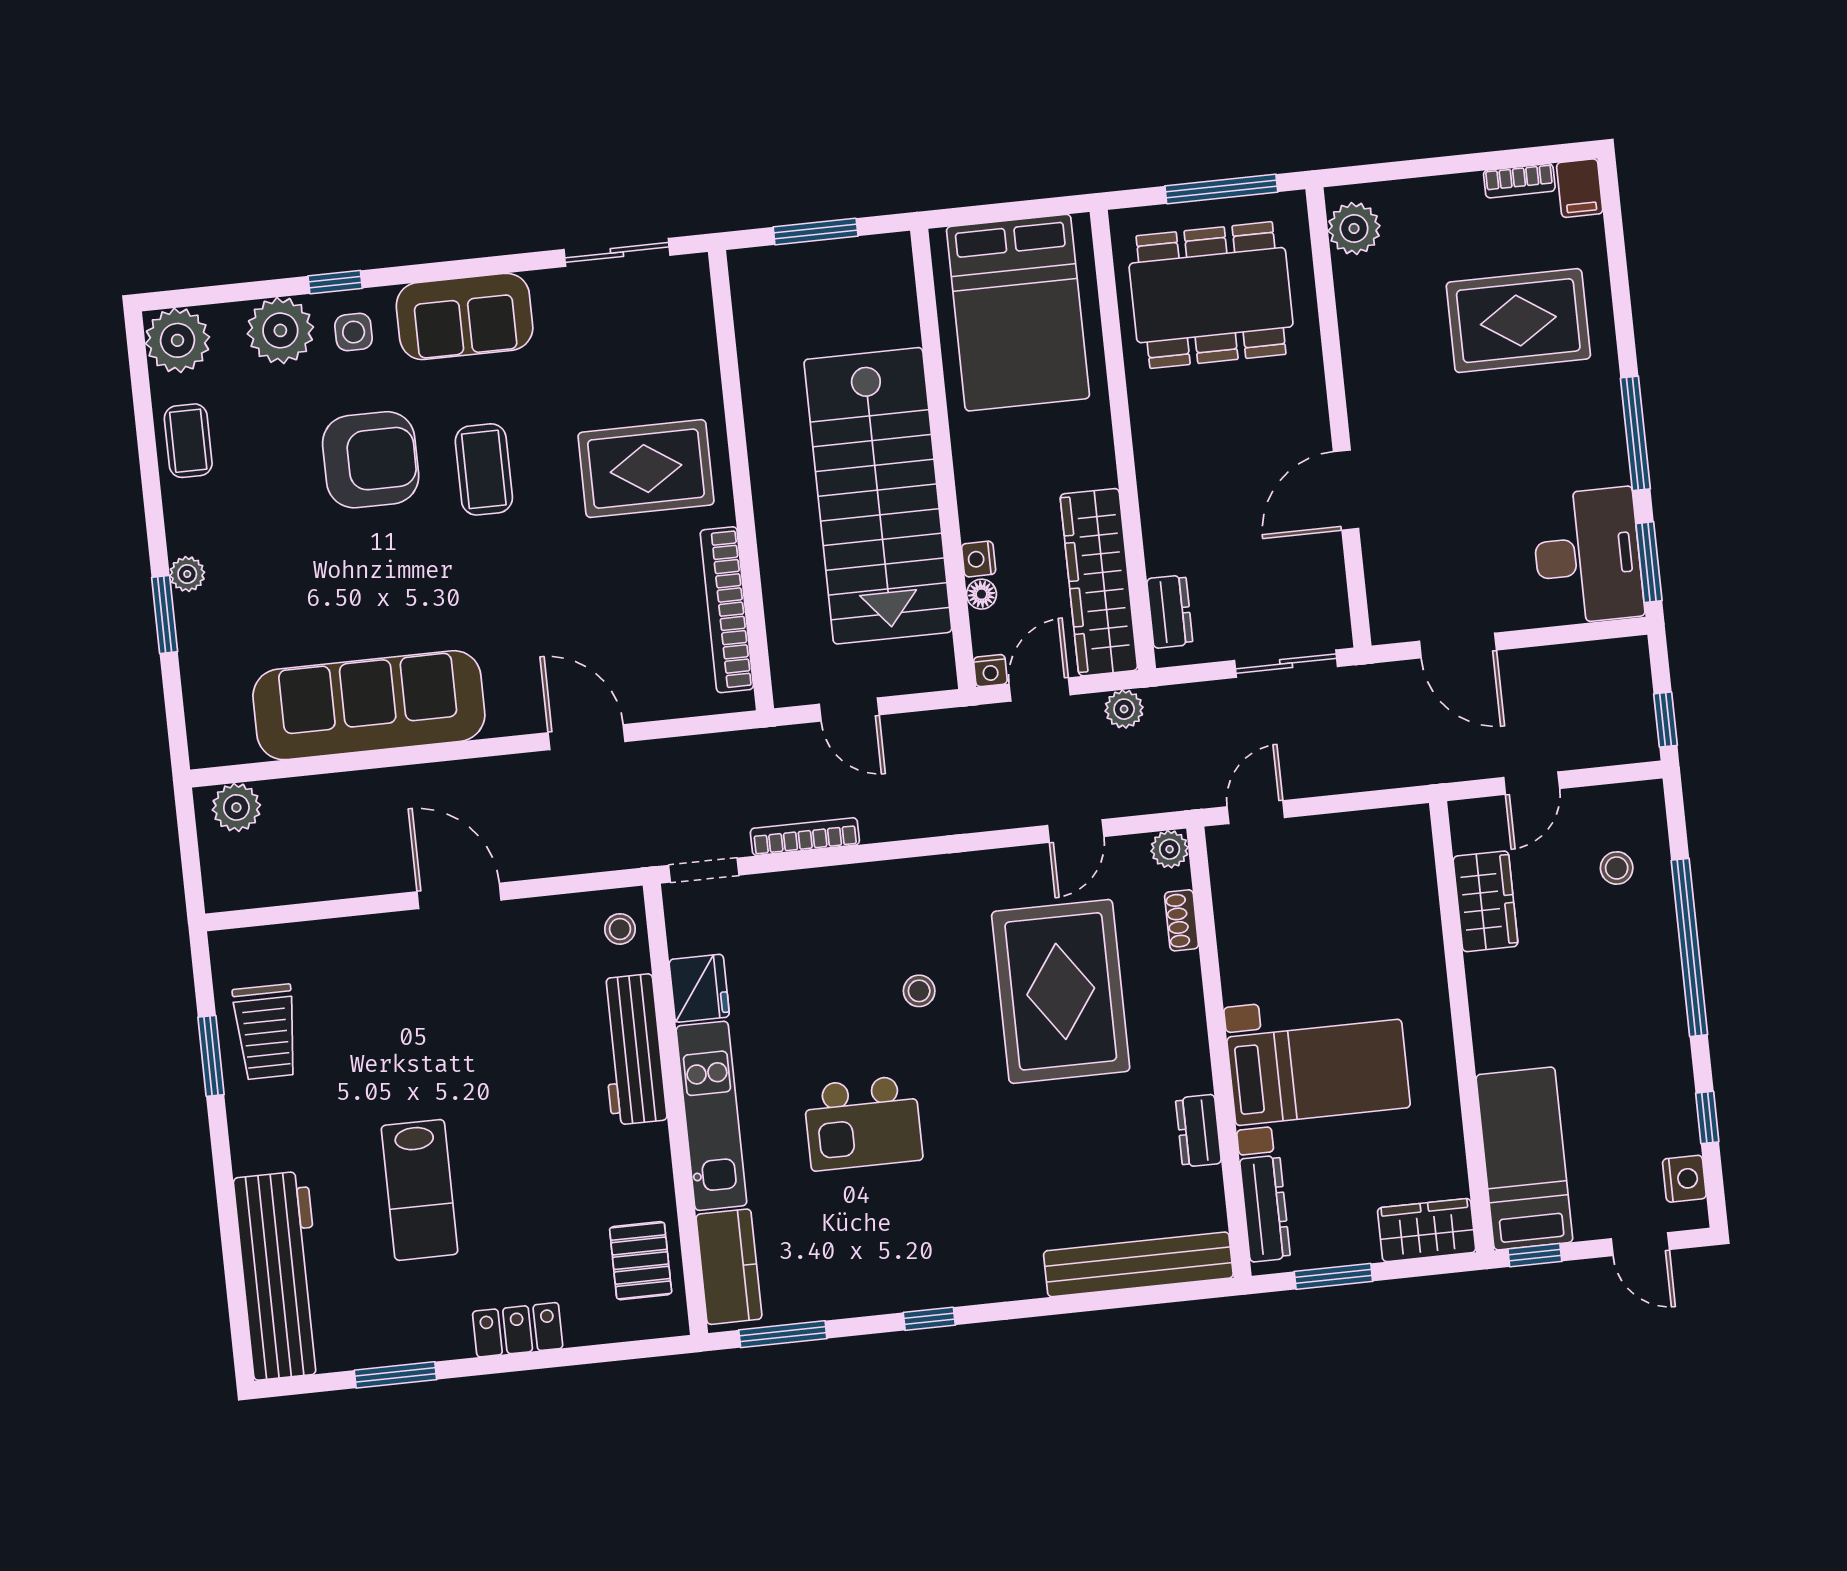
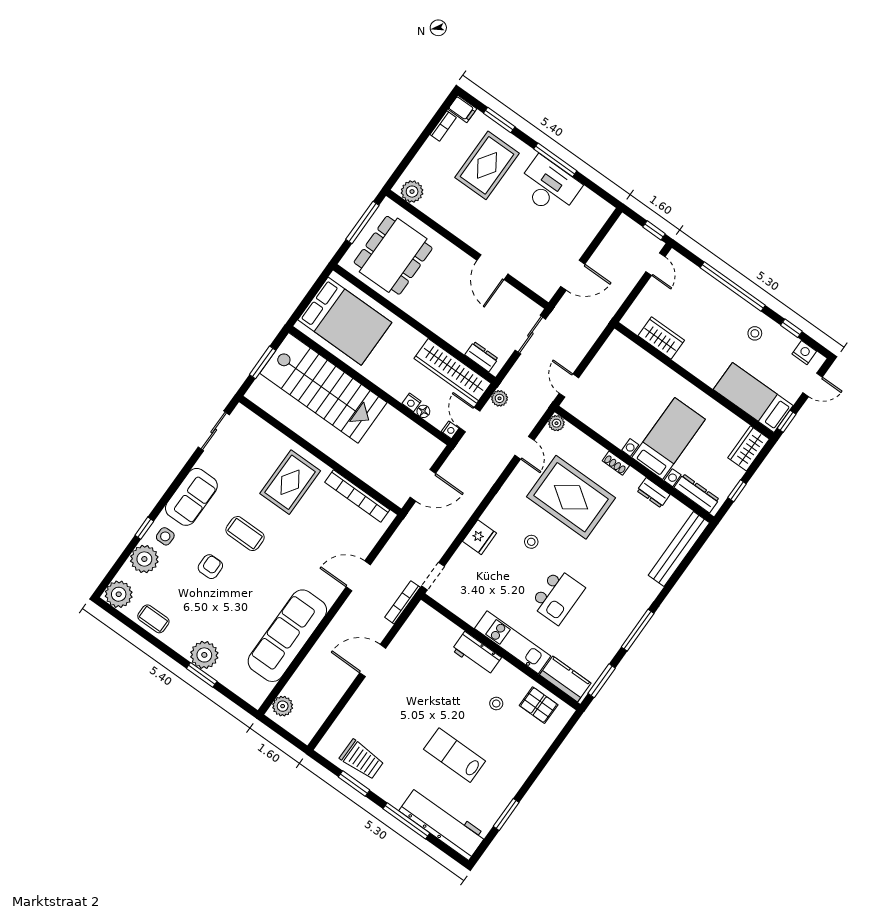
armchair: (371, 460) -> (210, 567), width x0.53, depth x0.53
stairs: (878, 496) -> (323, 388), moved
desk: (1588, 556) -> (549, 187), moved
window: (1649, 562) -> (499, 120), moved
plant: (187, 574) -> (204, 655), width x1.88, depth x1.88
door: (849, 709) -> (423, 485), width x1.38
door: (1532, 783) -> (655, 264), moved
bookcase: (805, 837) -> (402, 602), moved
stool: (1617, 868) -> (755, 333), moved
shoe rack: (1182, 920) -> (616, 463), moved
stool: (620, 929) -> (496, 704), moved
fridge: (699, 988) -> (480, 537), moved, turned 90
workbench: (632, 1049) -> (477, 654), width x0.73
lab bench: (420, 1190) -> (455, 755), turned 180
window: (227, 1208) -> (406, 821), added
window: (1333, 1276) -> (737, 491), width x0.67
window: (929, 1319) -> (638, 630), width x2.17
locker: (518, 1330) -> (526, 763), removed

